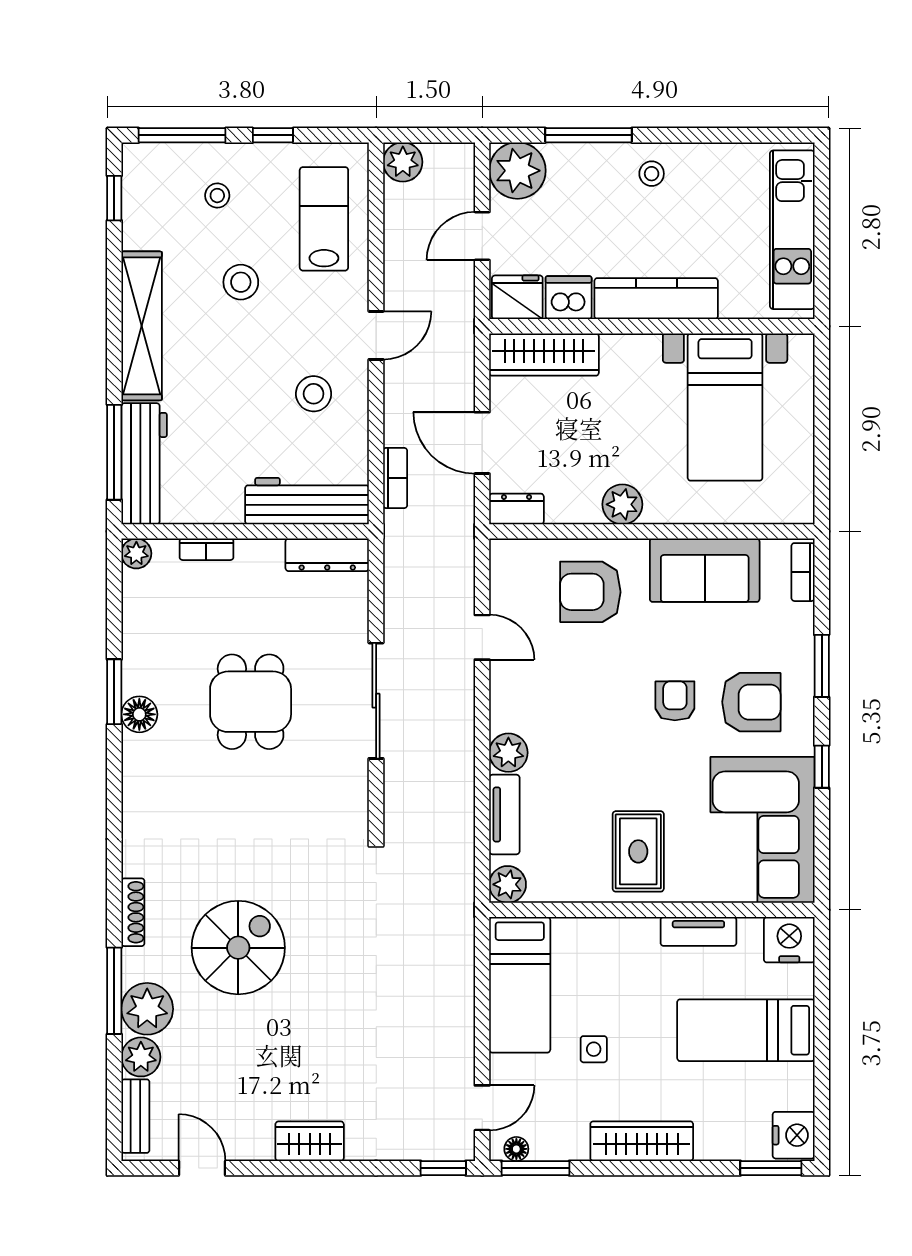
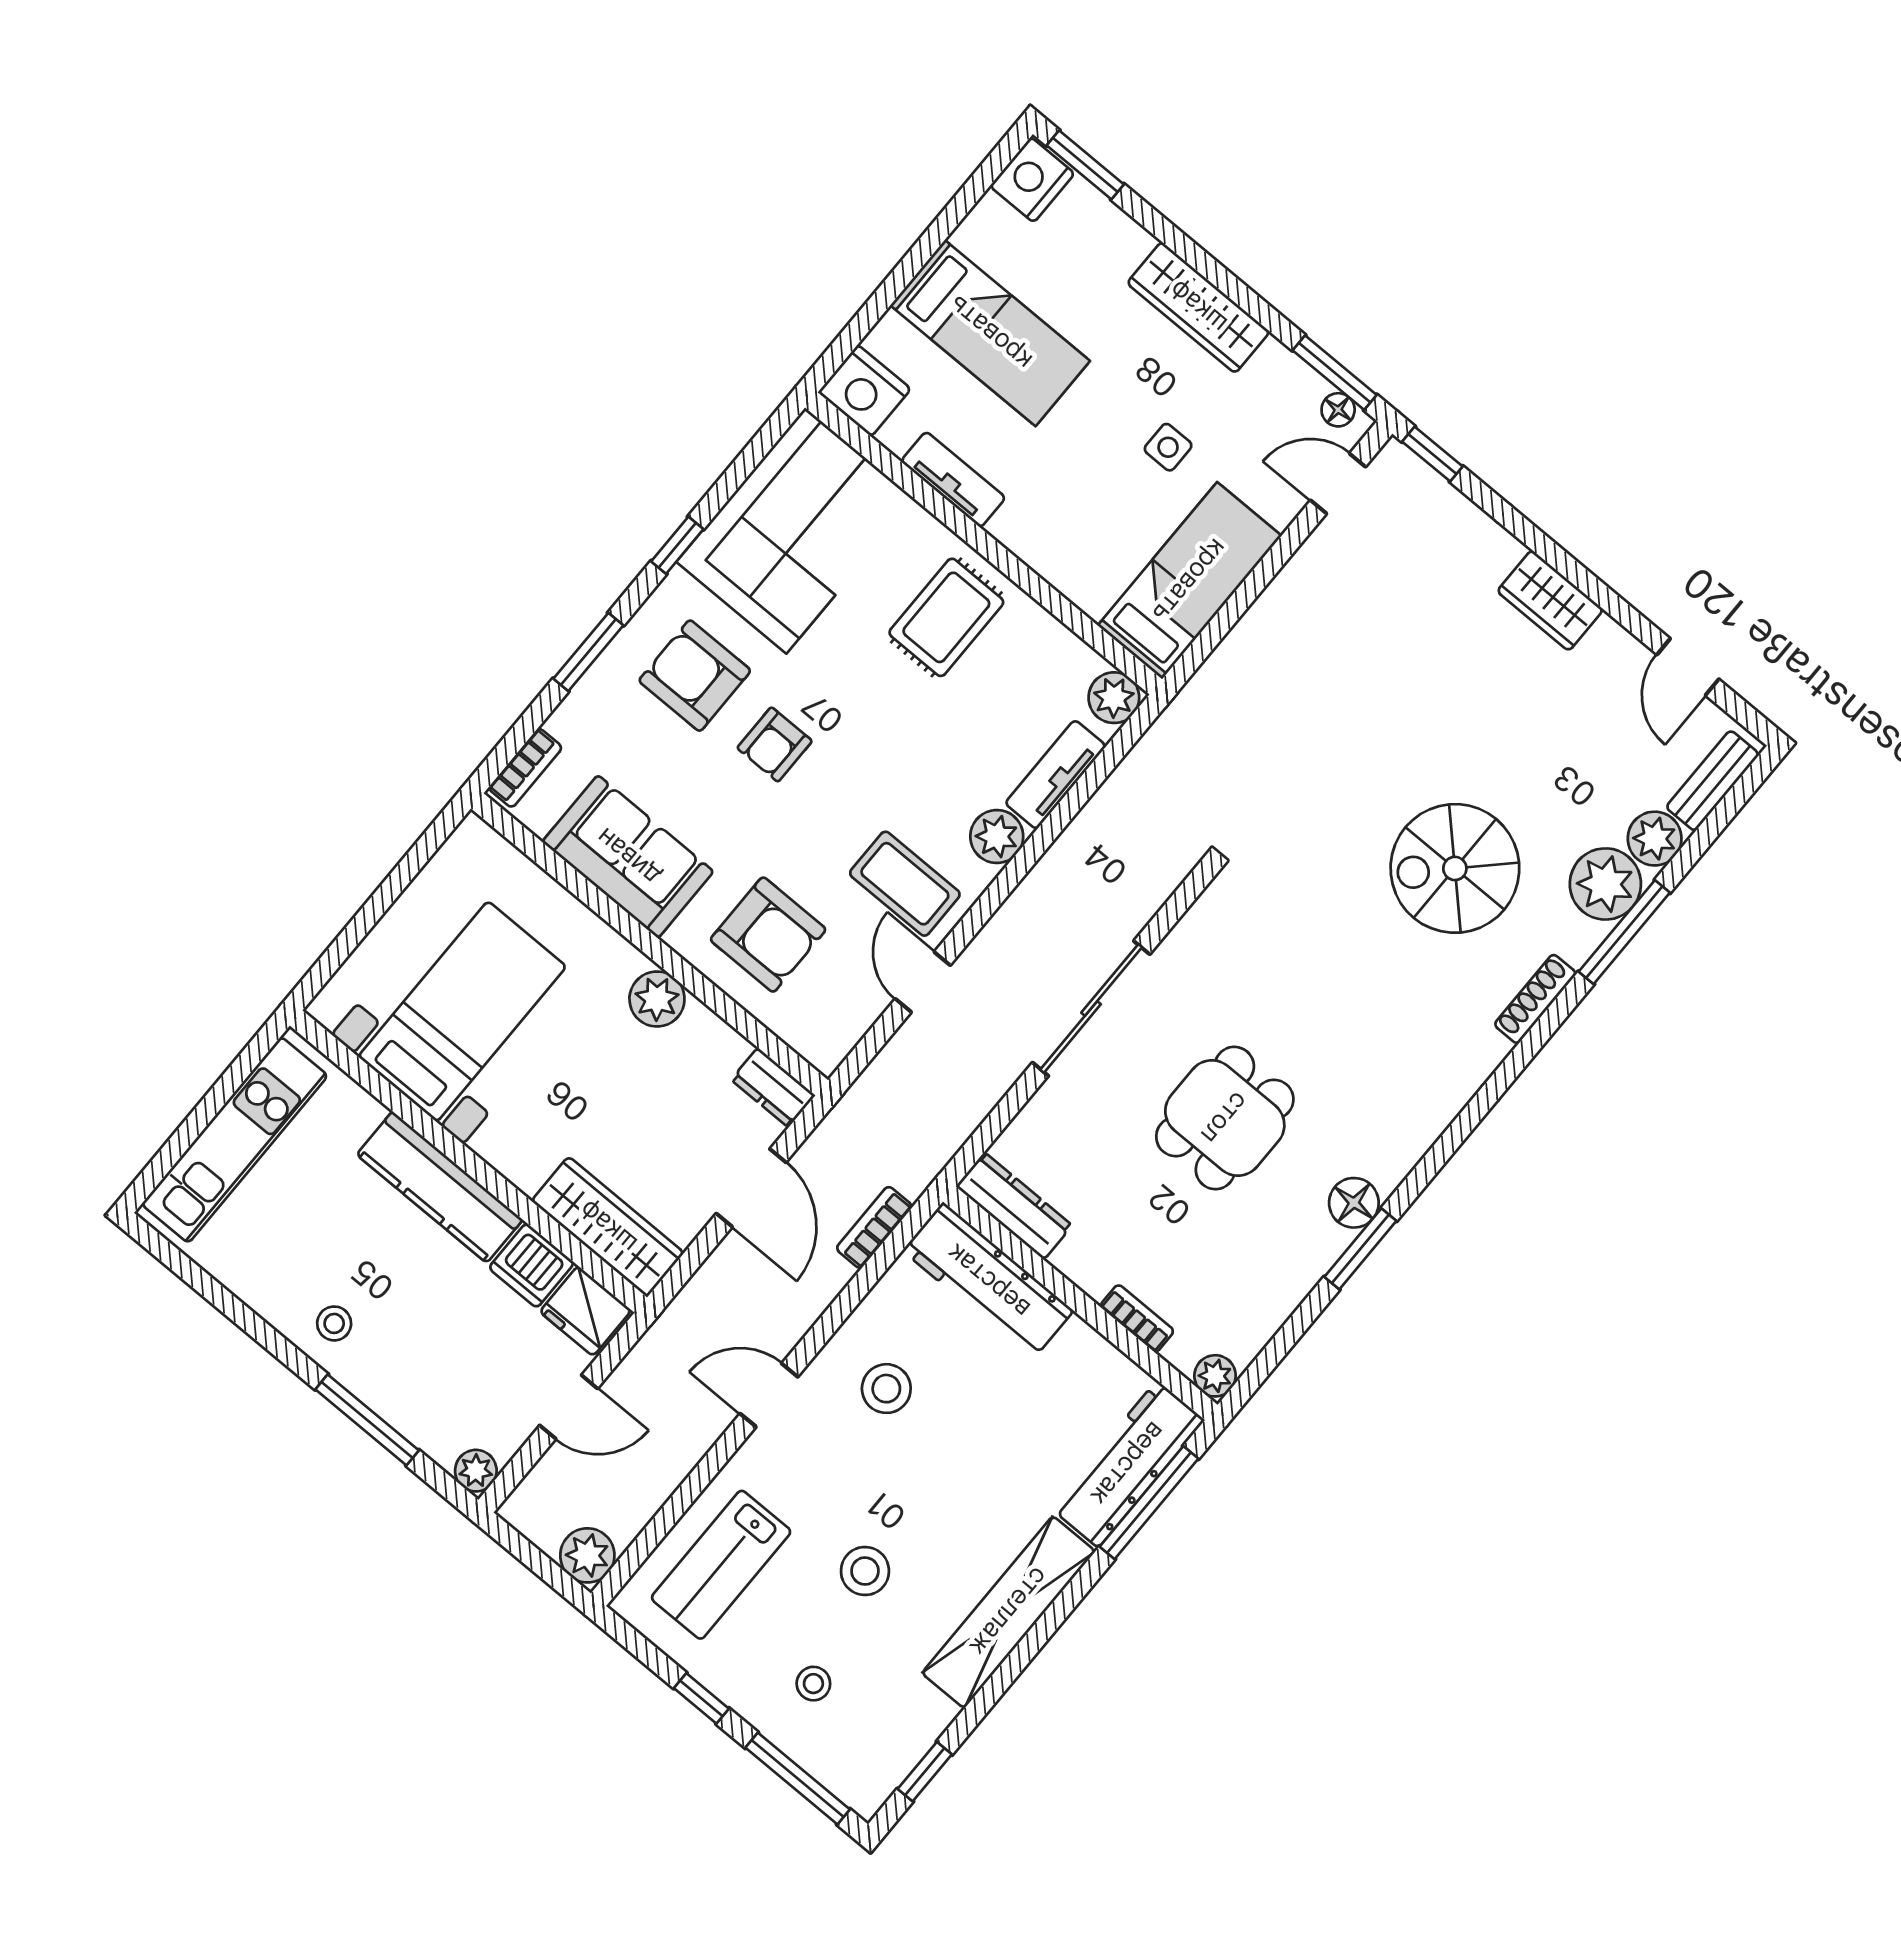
plant: (517, 171) -> (476, 1471), width x0.53, depth x0.53
coffee table: (538, 684) -> (905, 884), added

